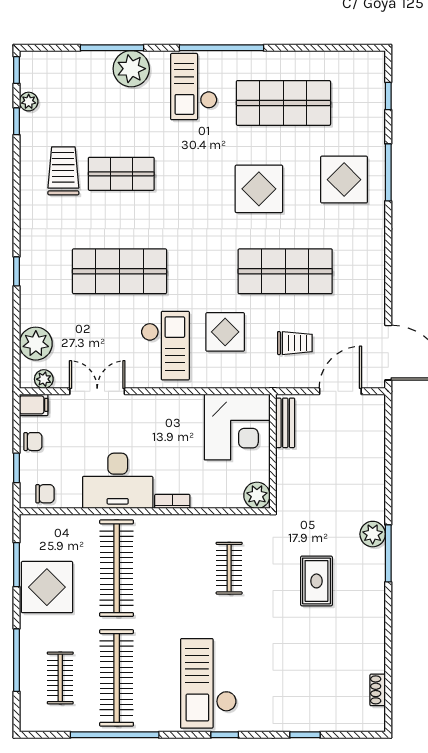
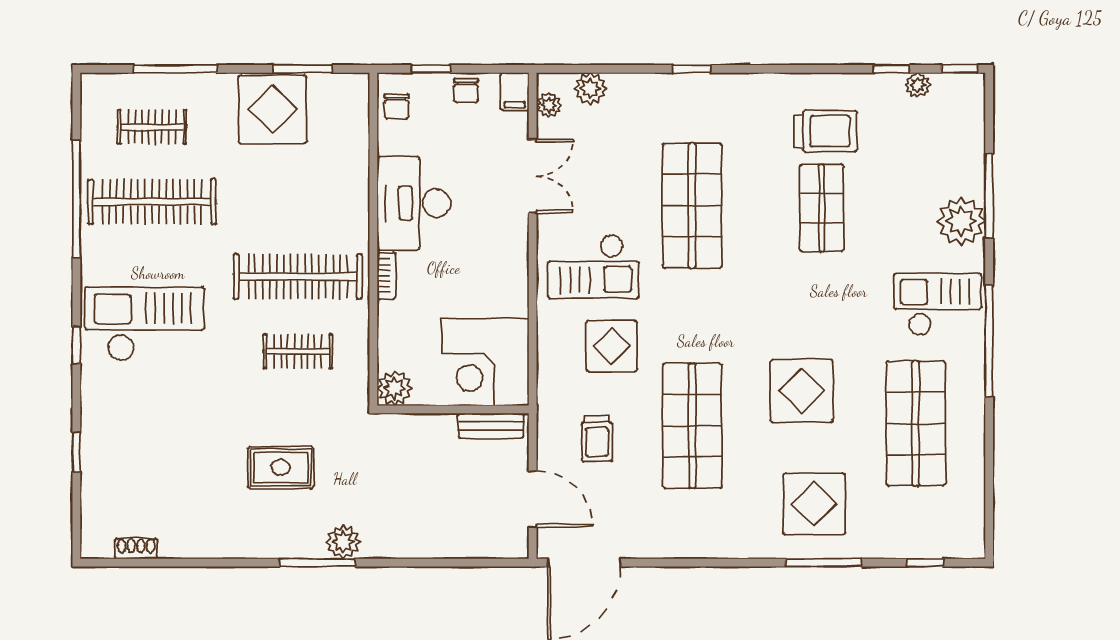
plant: (36, 344) -> (590, 89), width x0.73, depth x0.73
clothes rail: (117, 568) -> (298, 277), moved

